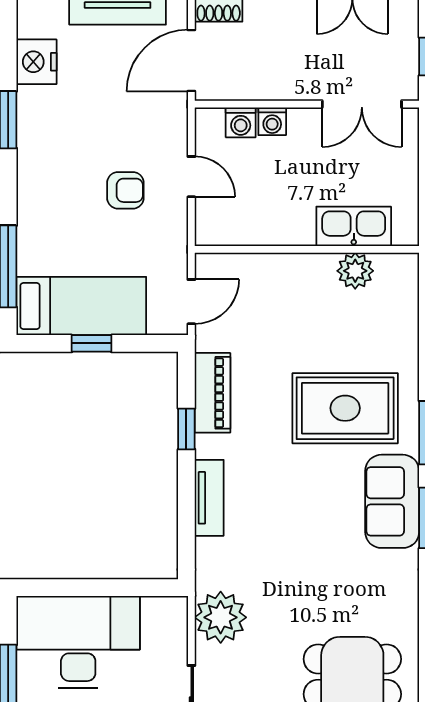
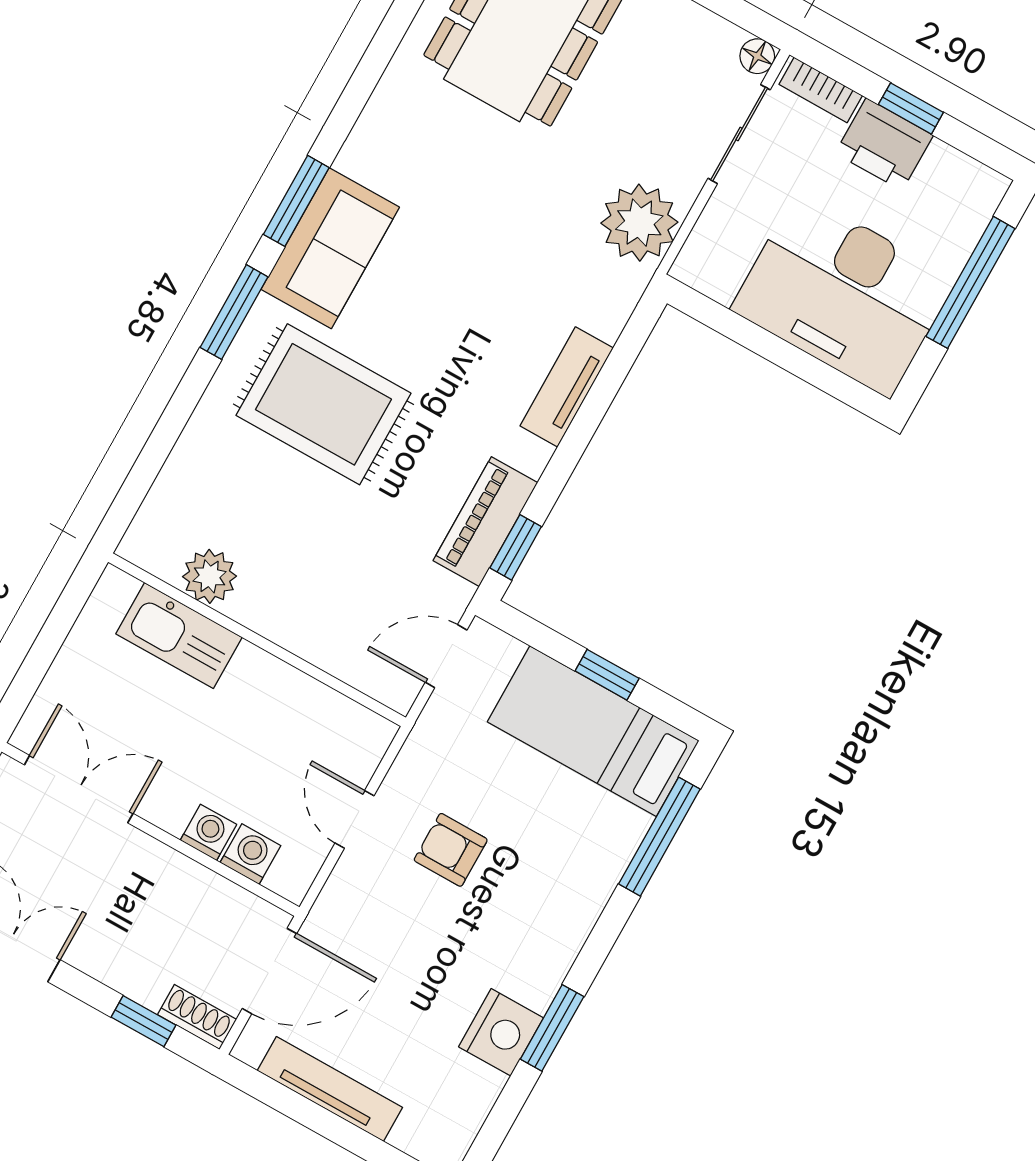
nightstand: (36, 62) -> (501, 1032), moved
window: (186, 429) -> (516, 547), moved

